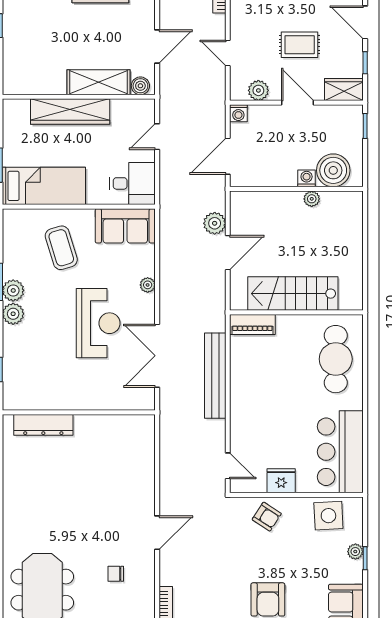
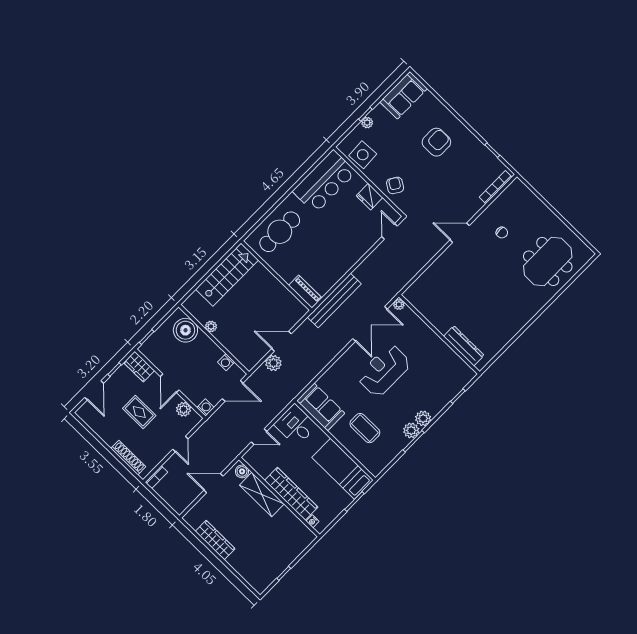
nightstand: (22, 105) -> (313, 521), added
washing machine: (307, 178) -> (226, 362), moved
coffee table: (61, 248) -> (365, 428), turned -73
plant: (148, 285) -> (399, 304), moved
stairs: (293, 294) -> (227, 275), moved, turned -90
bench: (215, 376) -> (334, 300), moved

